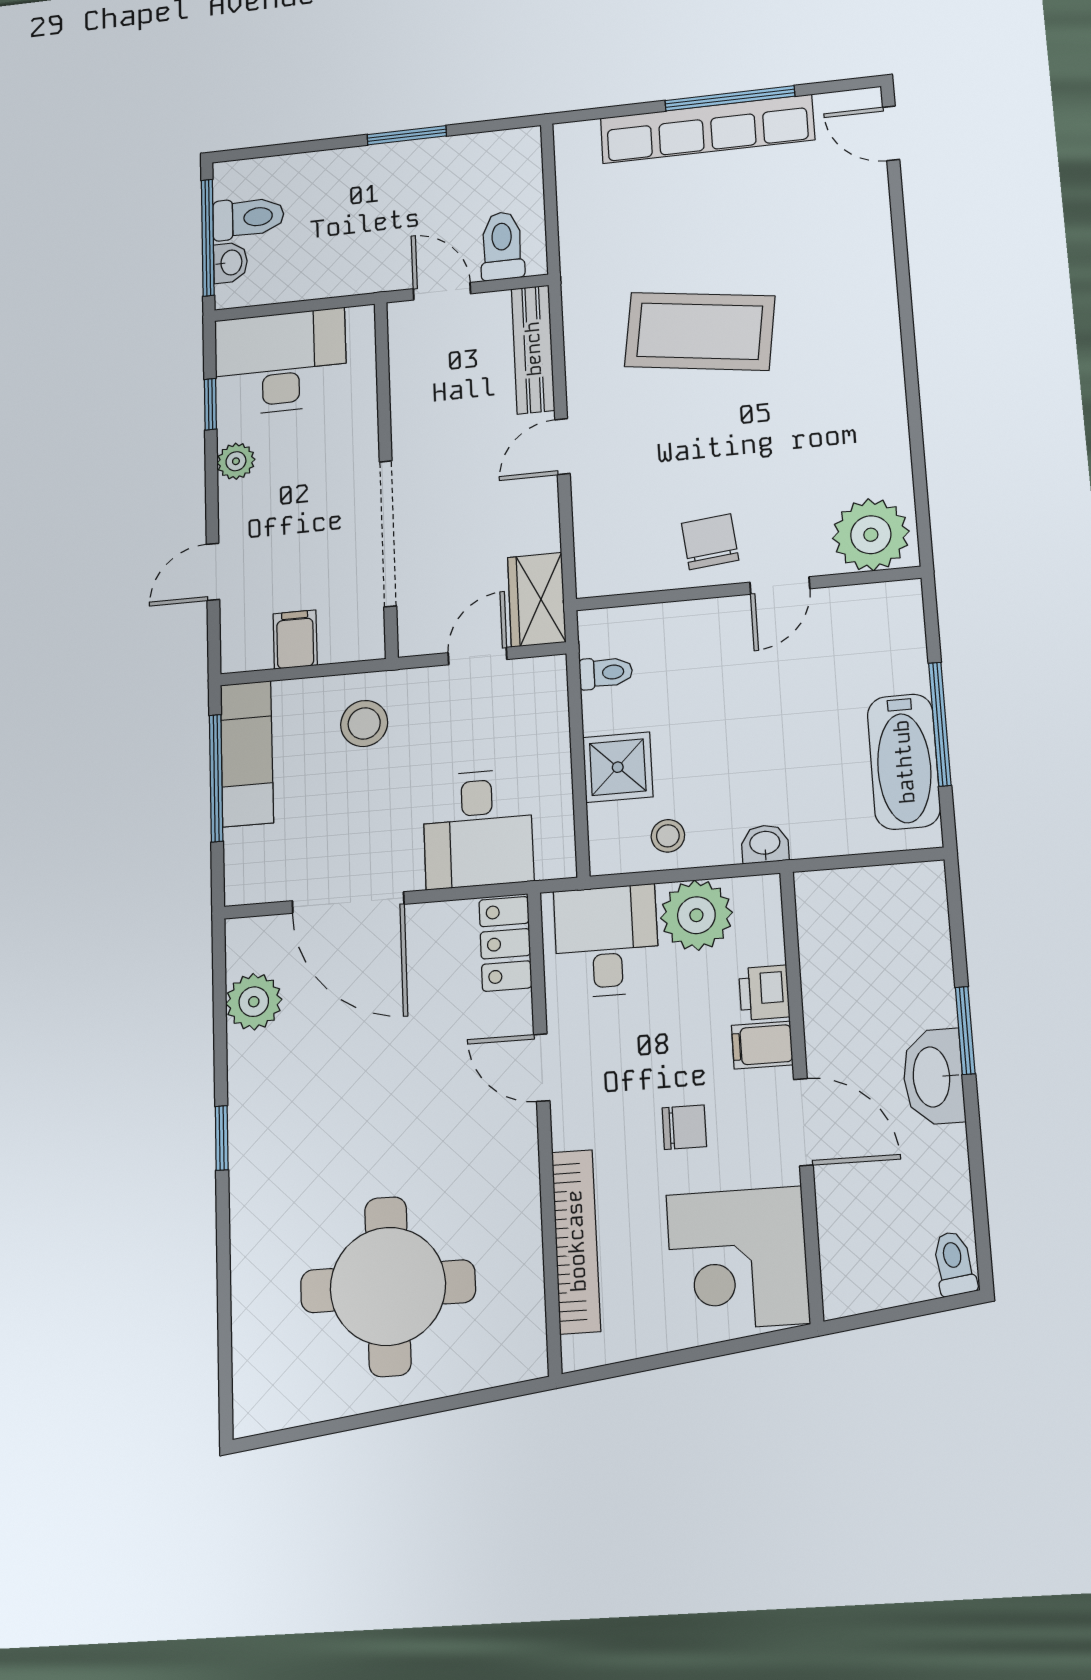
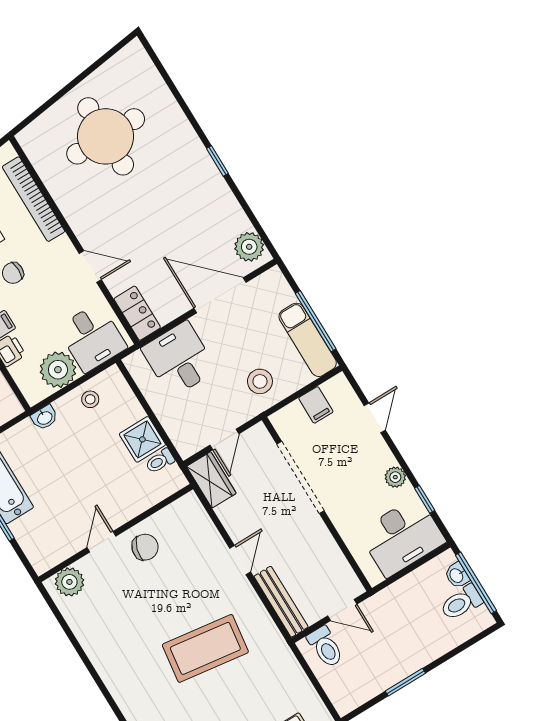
plant: (871, 535) -> (69, 582), width x0.73, depth x0.73
chair: (710, 542) -> (145, 547), turned -67
shower: (618, 767) -> (142, 439), moved
plant: (254, 1002) -> (249, 247), moved

